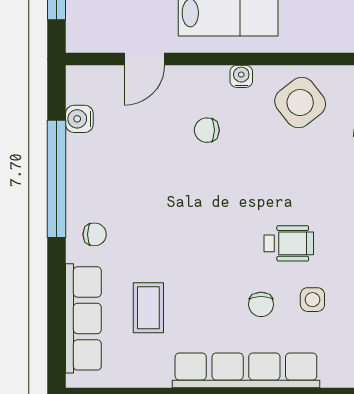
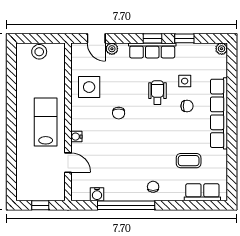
water cooler: (241, 76) -> (76, 137), moved
side table: (300, 103) -> (89, 87), turned 38
chair: (207, 130) -> (119, 113), moved
row of seats: (83, 318) -> (202, 192), width x0.68

